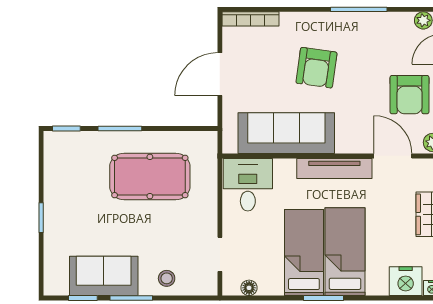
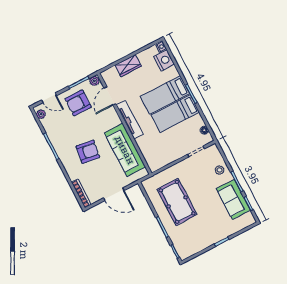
armchair: (410, 95) -> (78, 103), turned 180
desk: (248, 185) -> (158, 155), removed

